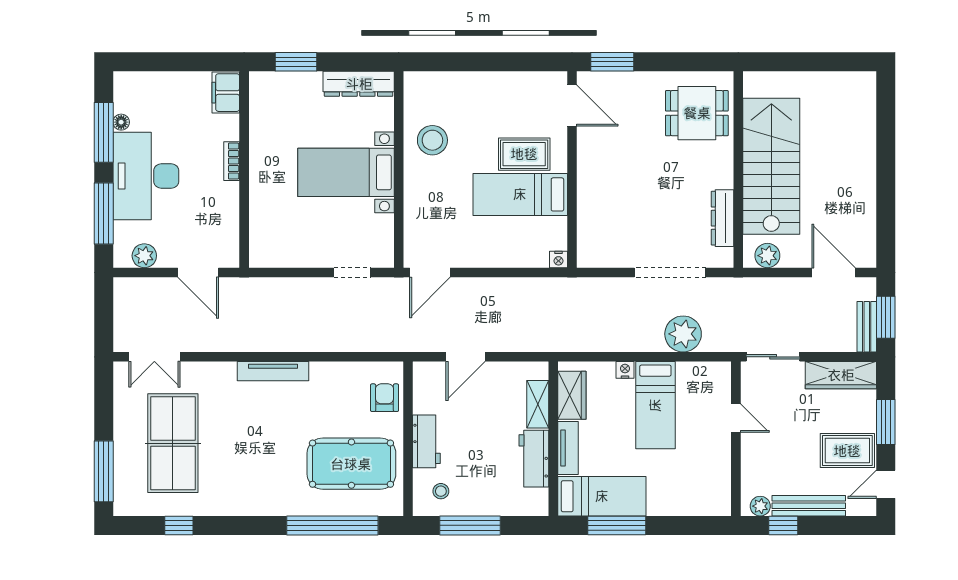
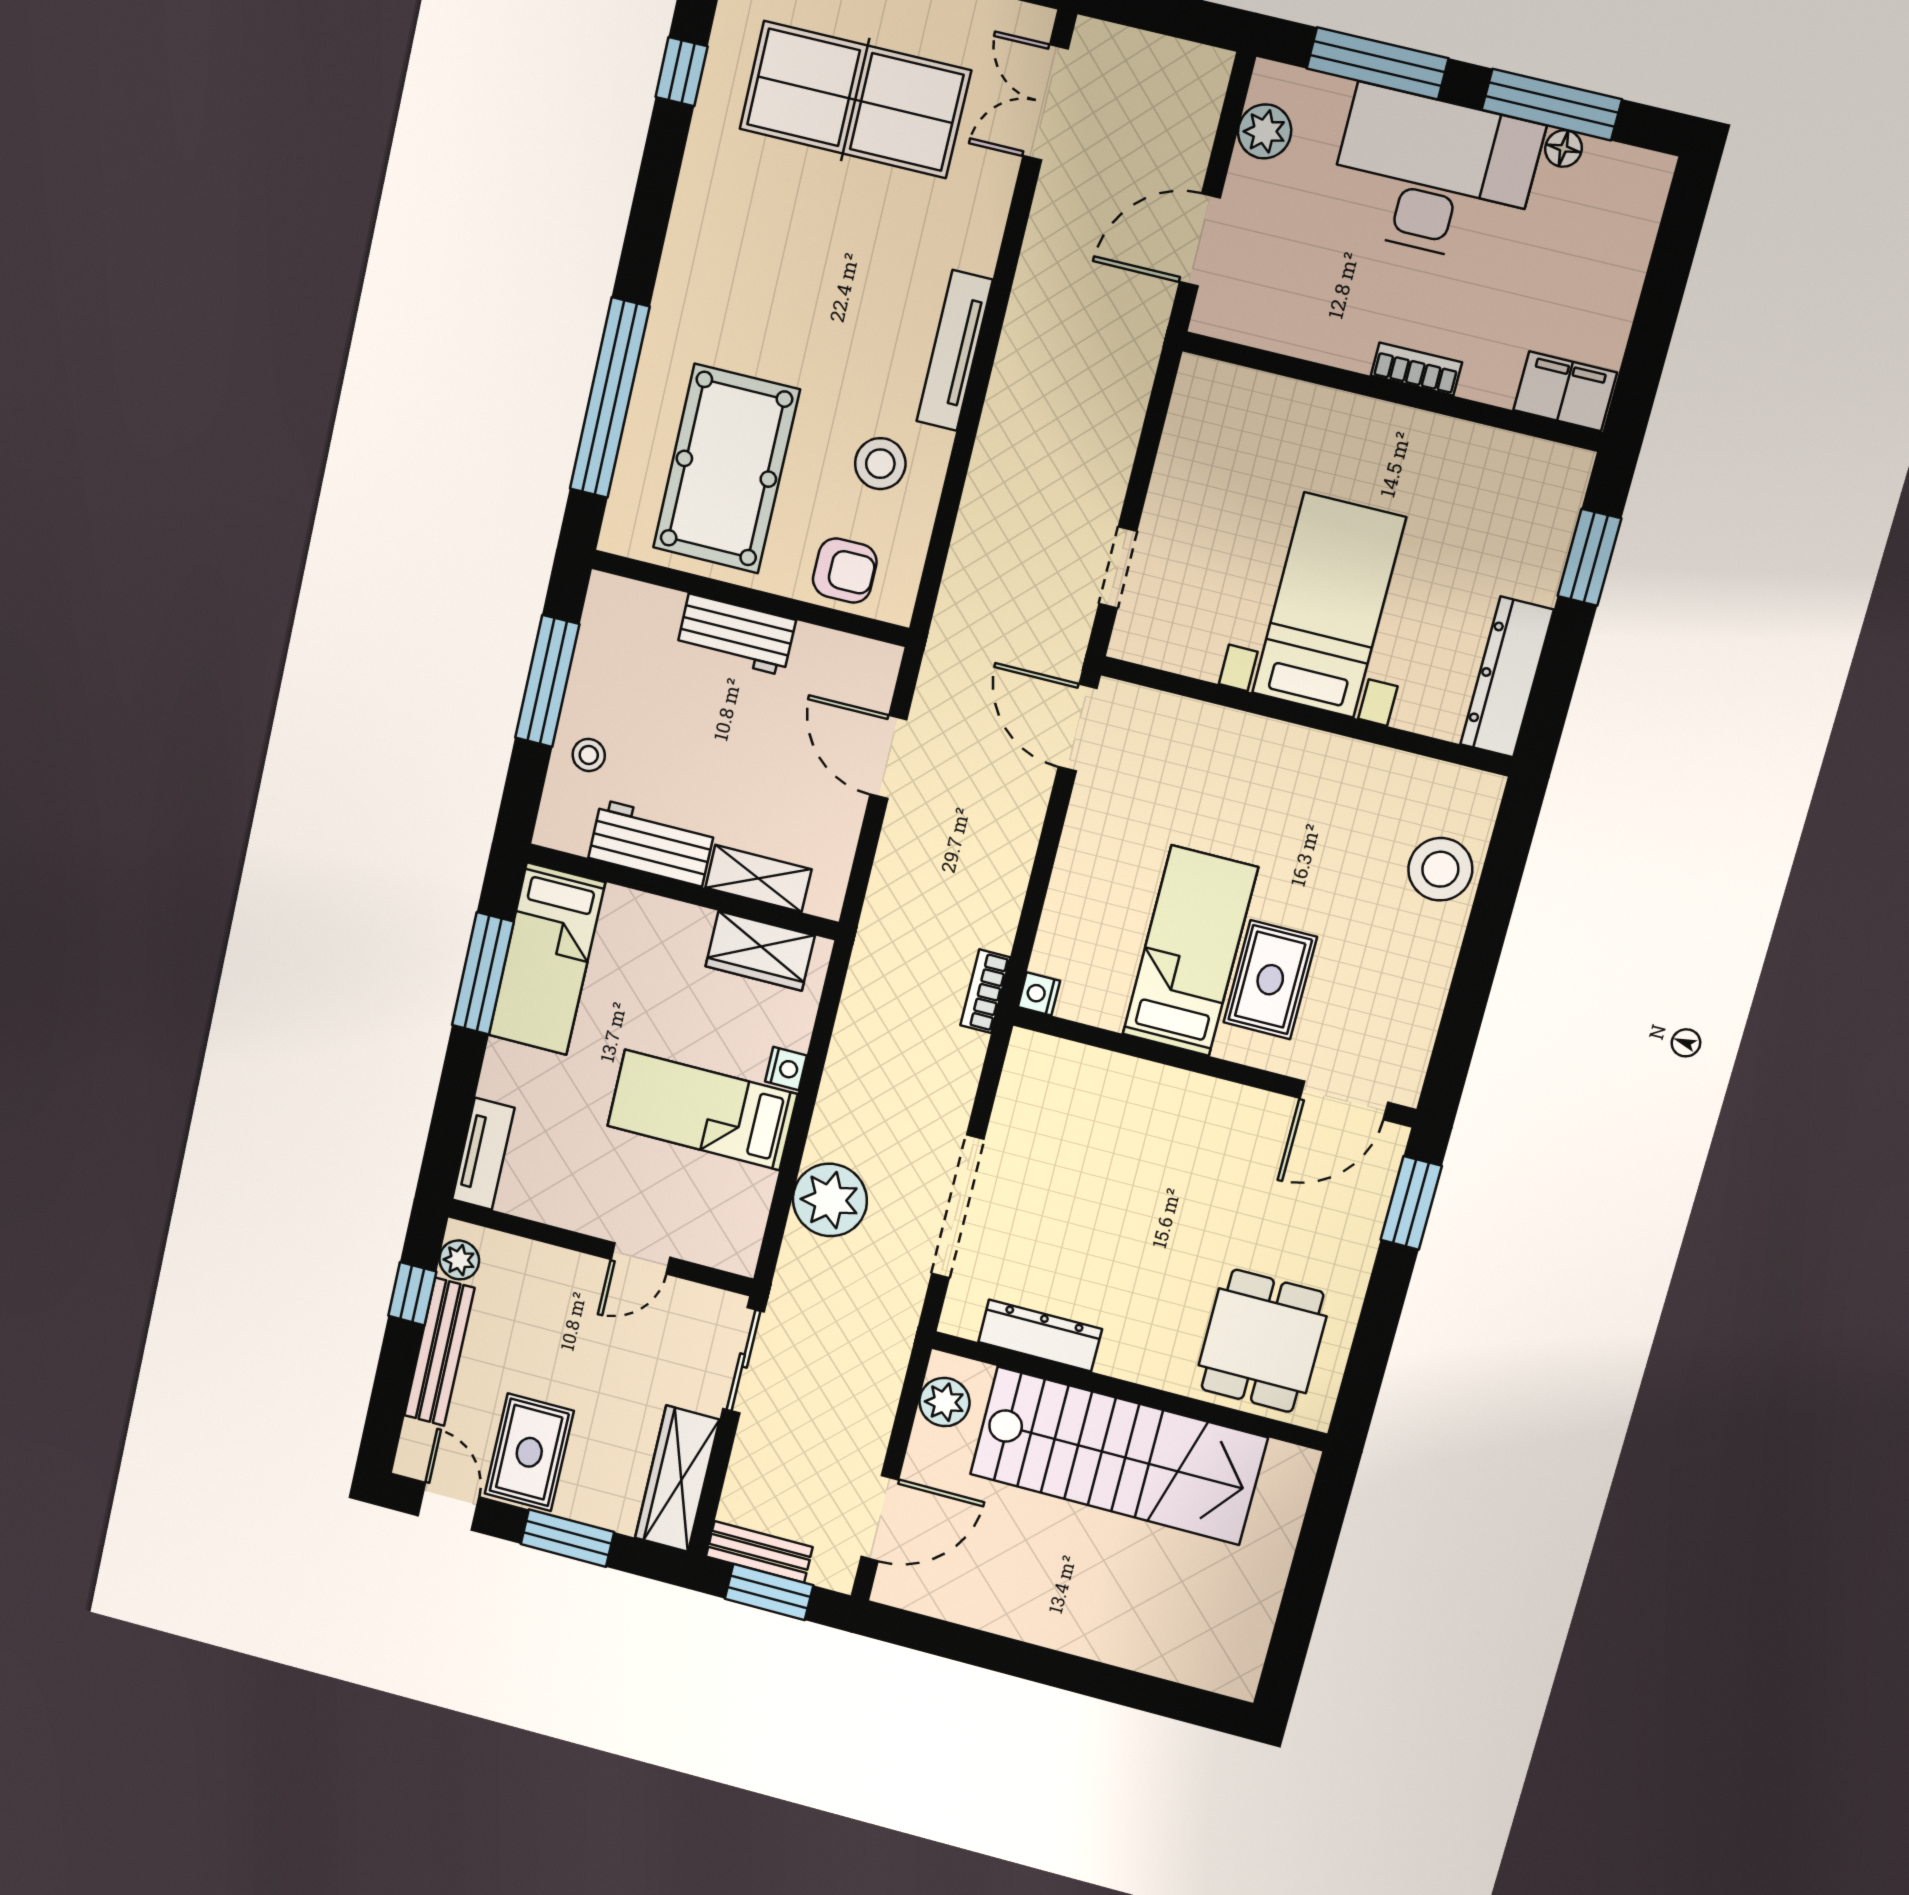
stool: (432, 140) -> (1440, 869), moved
bookcase: (564, 285) -> (985, 991), added
stool: (332, 393) -> (880, 464), added
tv unit: (568, 448) -> (483, 1154), moved, turned -90
stool: (441, 491) -> (589, 755), moved

